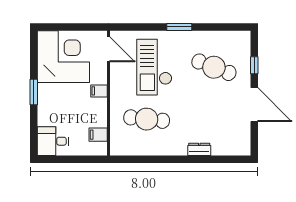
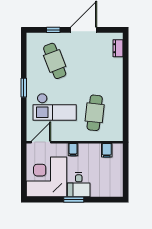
cafe table: (214, 67) -> (55, 61), turned -42
desk: (53, 141) -> (79, 185), moved
dresser: (199, 149) -> (118, 48), moved

